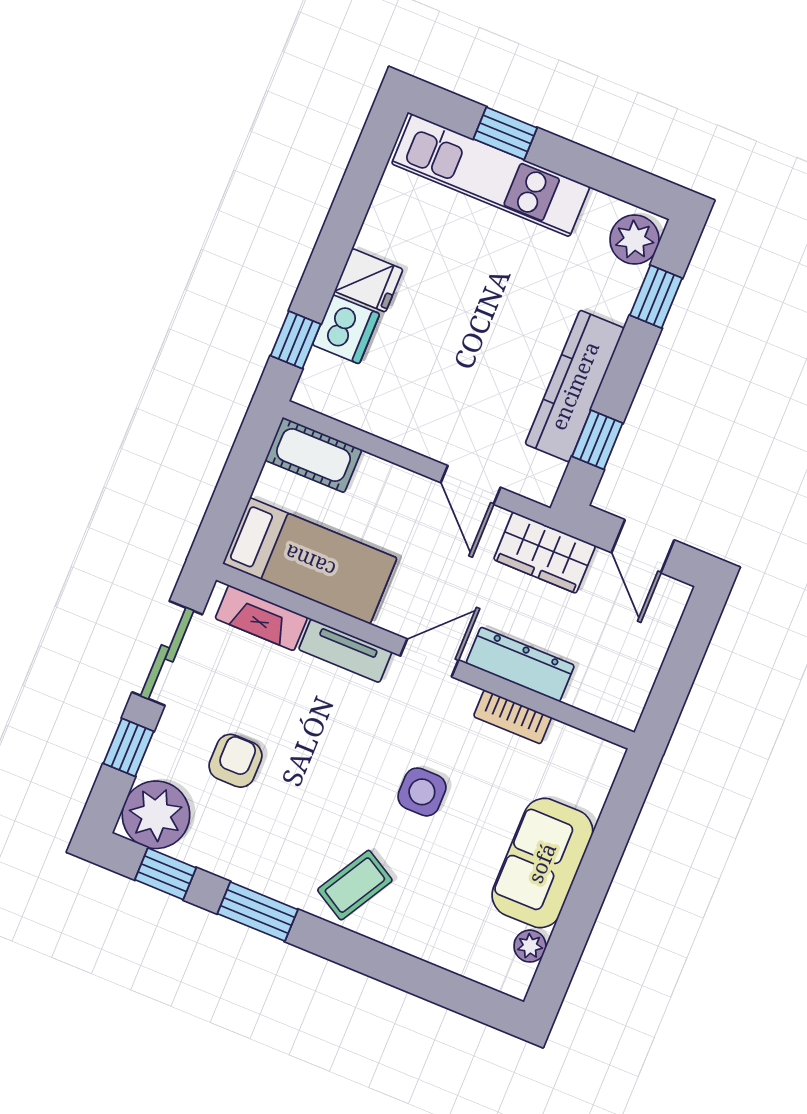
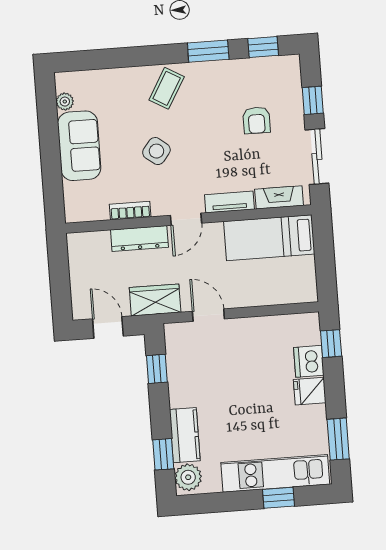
window: (361, 180) -> (338, 439), added
kitchen counter: (575, 386) -> (185, 435), moved, width x0.67
cot: (313, 455) -> (294, 291), removed
side table: (422, 792) -> (156, 151), turned 38
plant: (156, 815) -> (282, 74), removed

